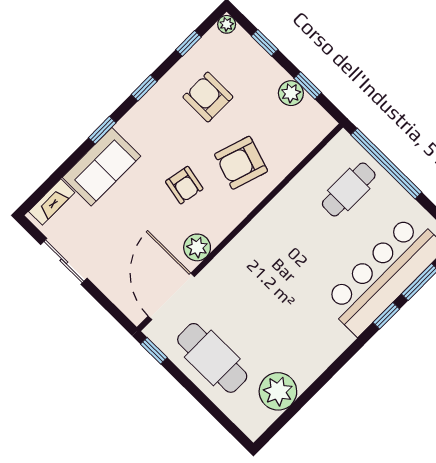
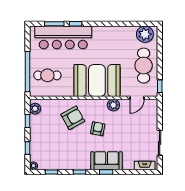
plant: (291, 93) -> (35, 109), moved
armchair: (208, 97) -> (62, 149), removed
armchair: (241, 163) -> (73, 118), turned -47
sofa: (101, 167) -> (107, 161), moved
booth: (262, 260) -> (97, 81), added
door: (171, 296) -> (137, 98), width x0.53
plant: (278, 391) -> (145, 34), moved

